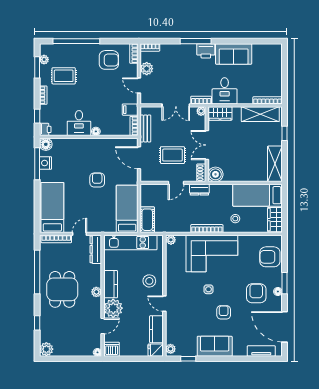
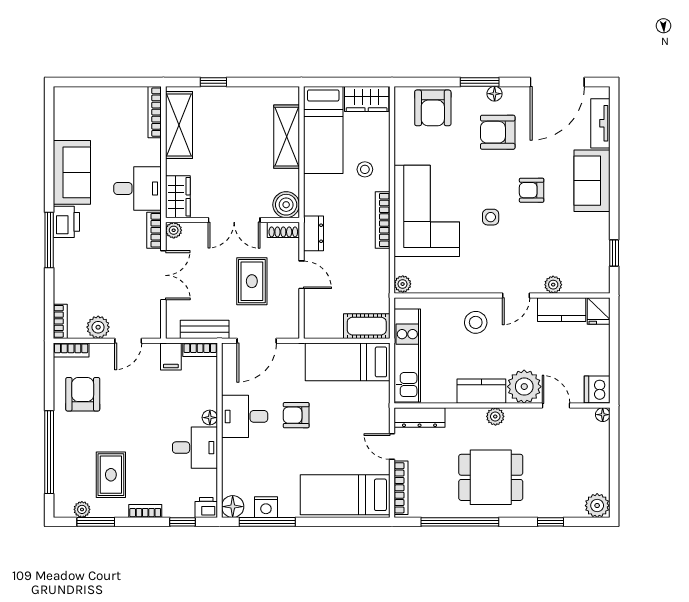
desk: (96, 151) -> (245, 416), added
shelving: (275, 164) -> (287, 137), moved, turned 90
sofa: (215, 346) -> (592, 181), moved
plant: (171, 349) -> (553, 285), moved

